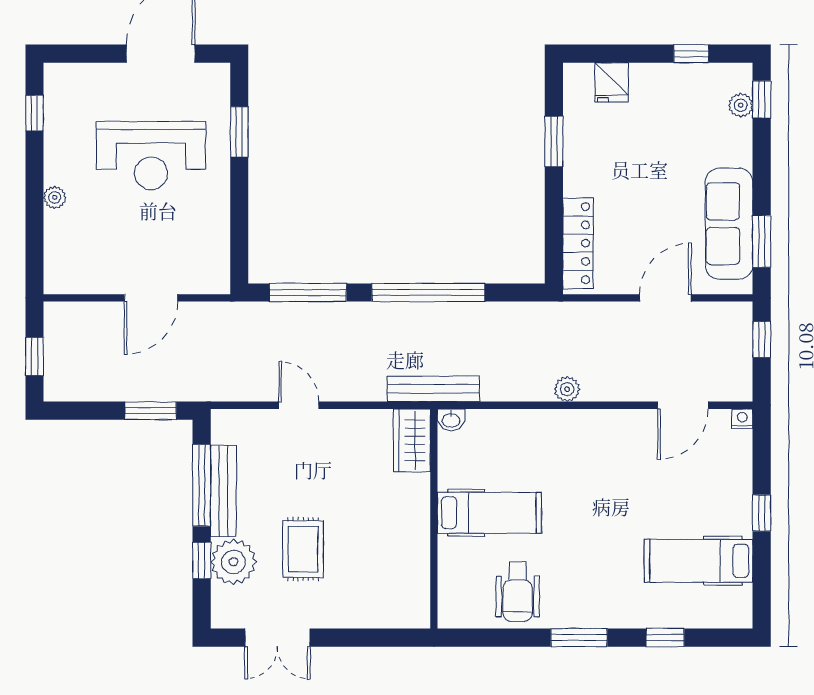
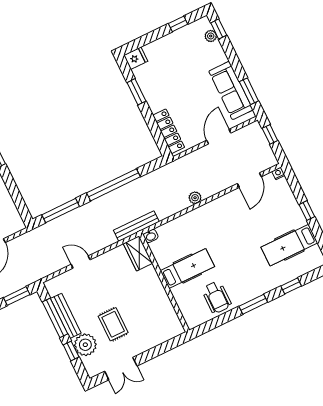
fridge: (612, 82) -> (136, 58), moved, turned -90

